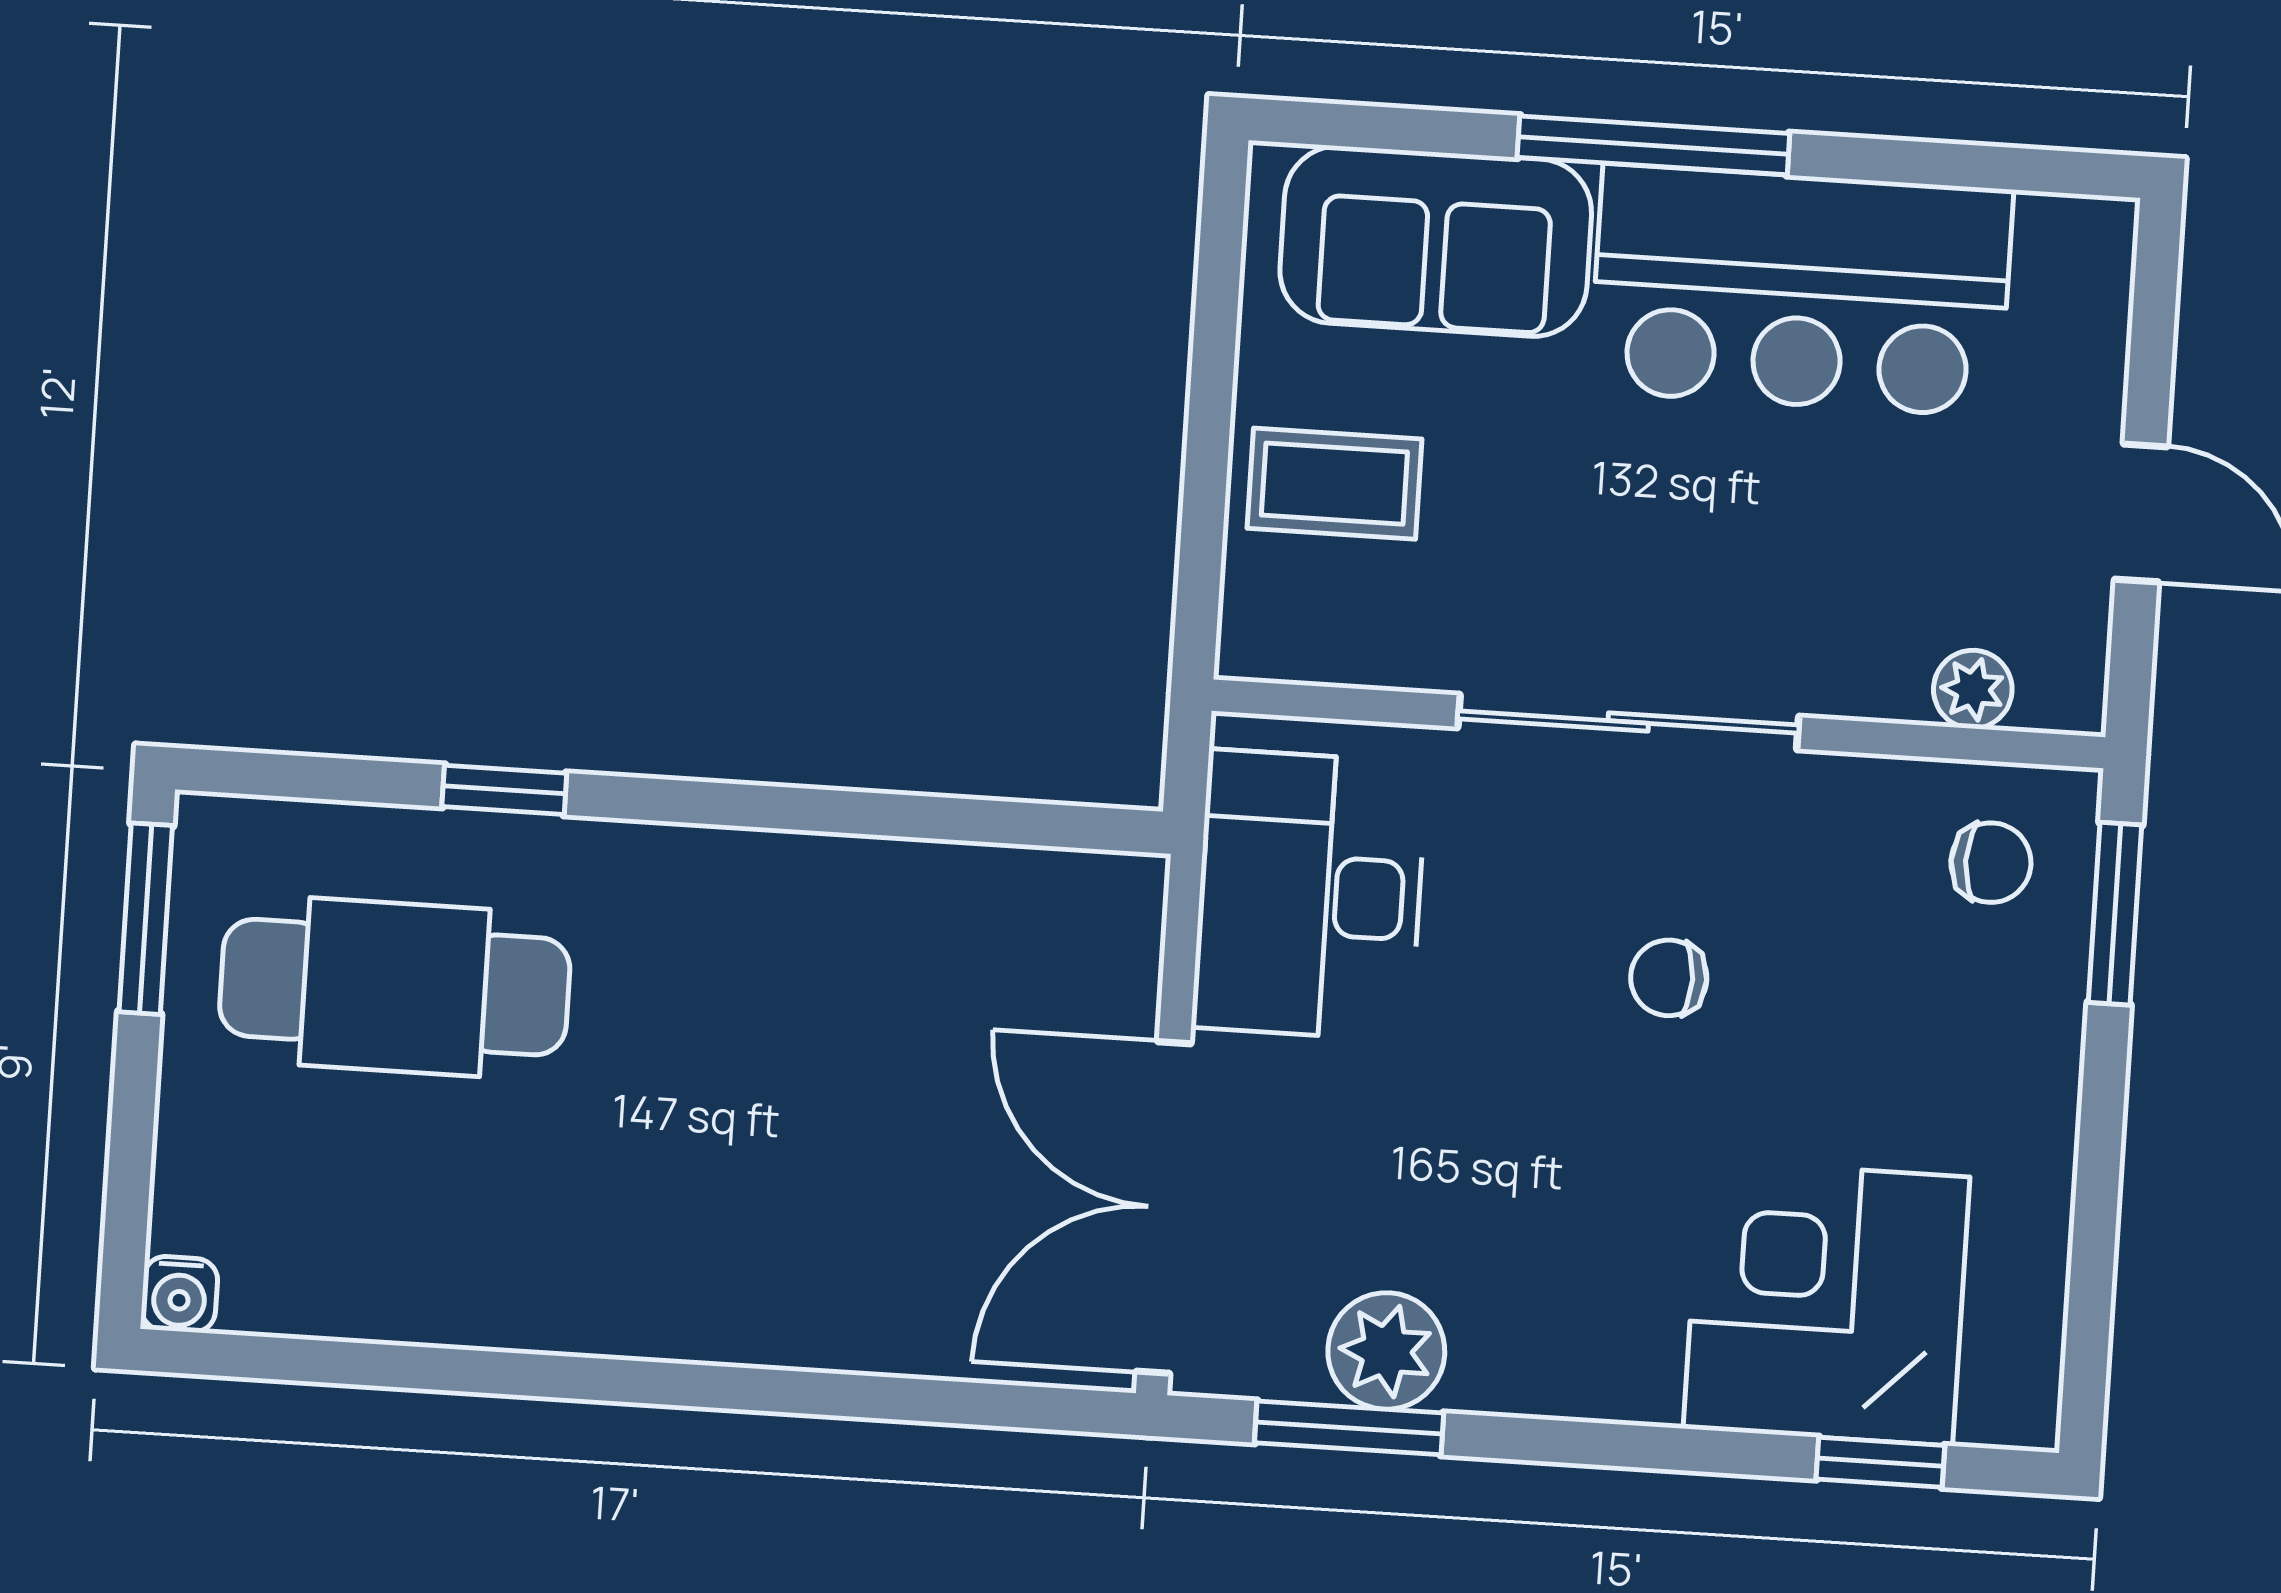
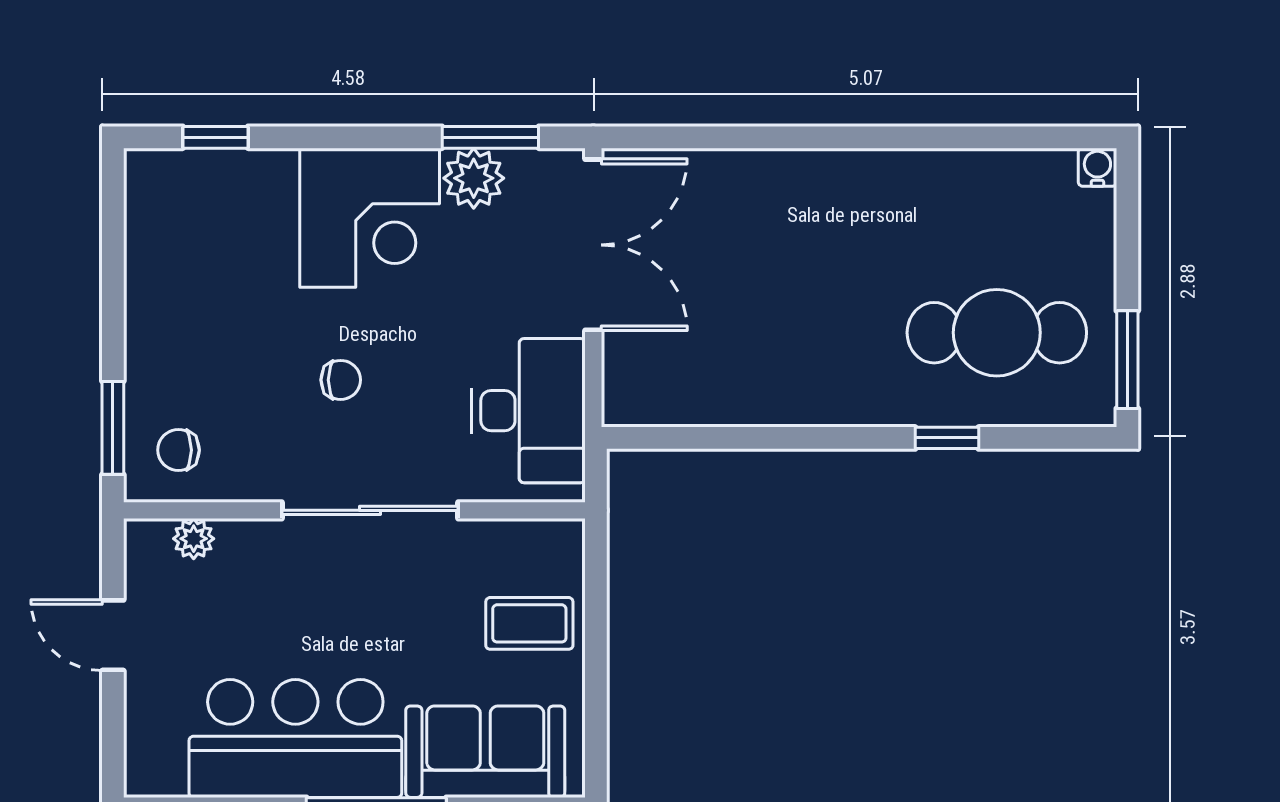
corner desk: (1826, 1303) -> (370, 218), moved

